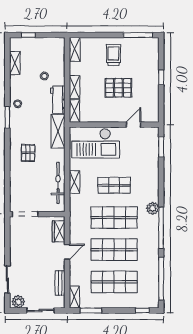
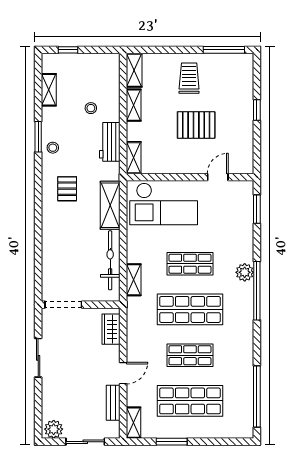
shelving: (75, 87) -> (134, 105), moved
window: (7, 117) -> (38, 137), moved
shelving: (58, 131) -> (110, 205), moved
pallet: (28, 153) -> (67, 189), moved
shelving: (74, 182) -> (134, 280), moved
plant: (153, 208) -> (245, 272), moved
window: (161, 228) -> (257, 291), moved
shop shelf: (114, 250) -> (190, 355), width x0.70, depth x0.74
door: (67, 252) -> (123, 373), moved
sliding door: (7, 280) -> (38, 358), moved
window: (91, 310) -> (172, 442), moved
window: (142, 310) -> (230, 442), removed

